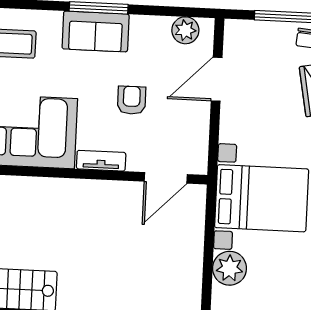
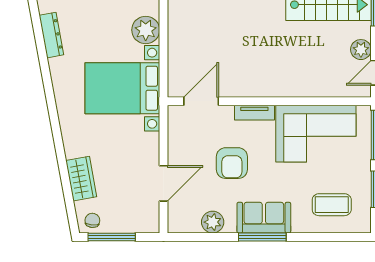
plant: (185, 30) -> (213, 222), moved
armchair: (132, 100) -> (232, 163), width x1.38, depth x1.38

